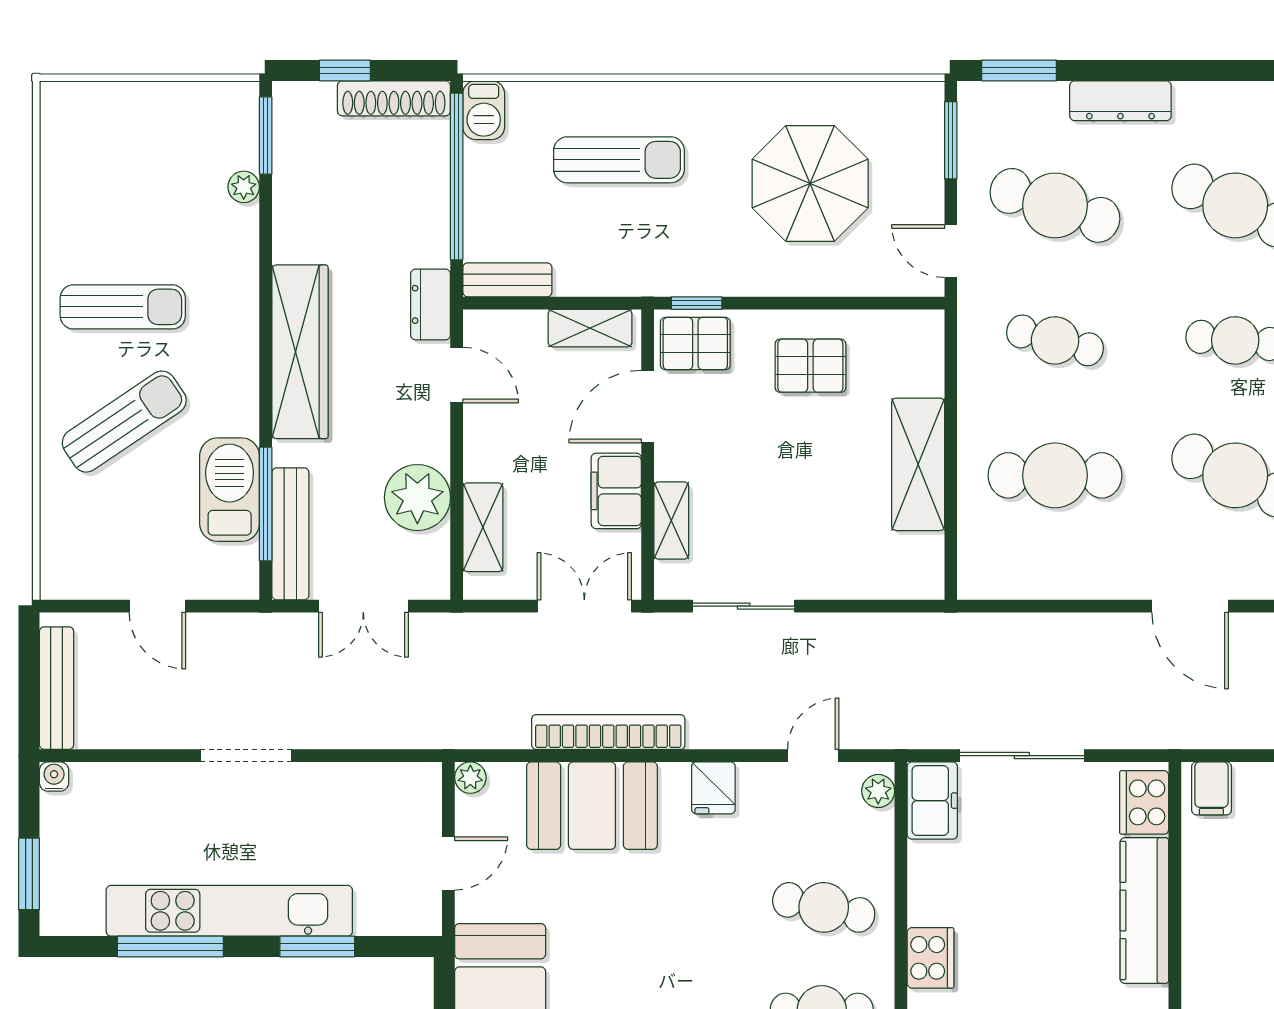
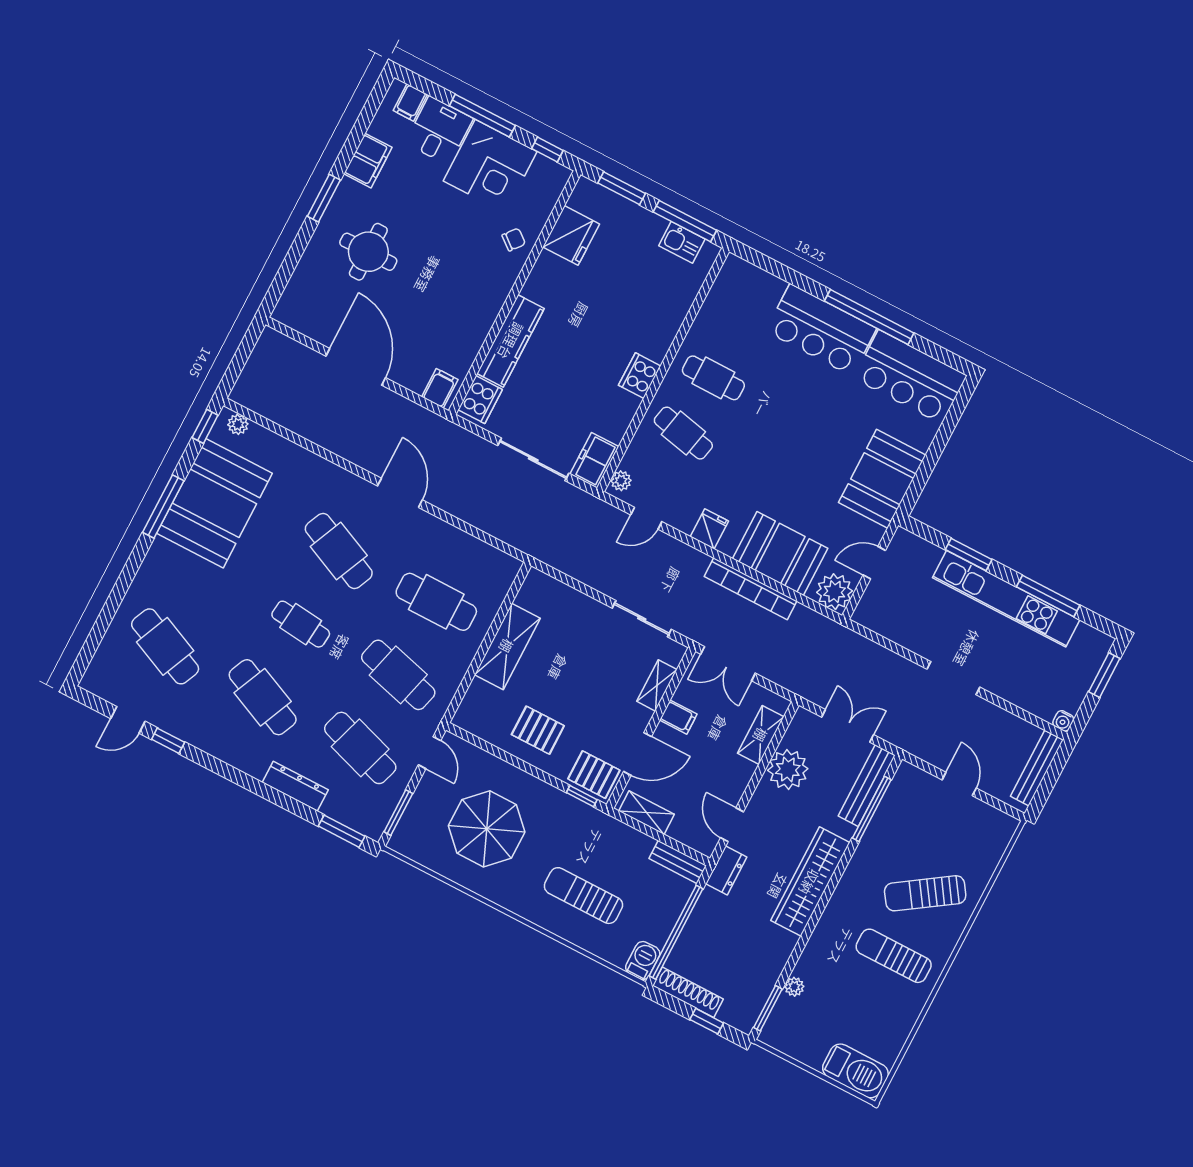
cafe table: (1055, 340) -> (398, 675), width x1.37, depth x1.35
barbecue: (230, 490) -> (855, 1071), moved, turned -90
filing cabinet: (616, 491) -> (678, 717), width x0.50
plant: (470, 778) -> (835, 592), width x1.88, depth x1.88

